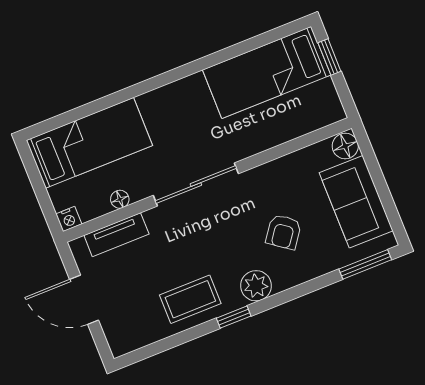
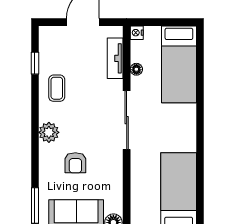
armchair: (284, 232) -> (75, 163), turned -126
coffee table: (190, 299) -> (57, 88), width x0.73, depth x0.77
window: (234, 317) -> (35, 63), moved

